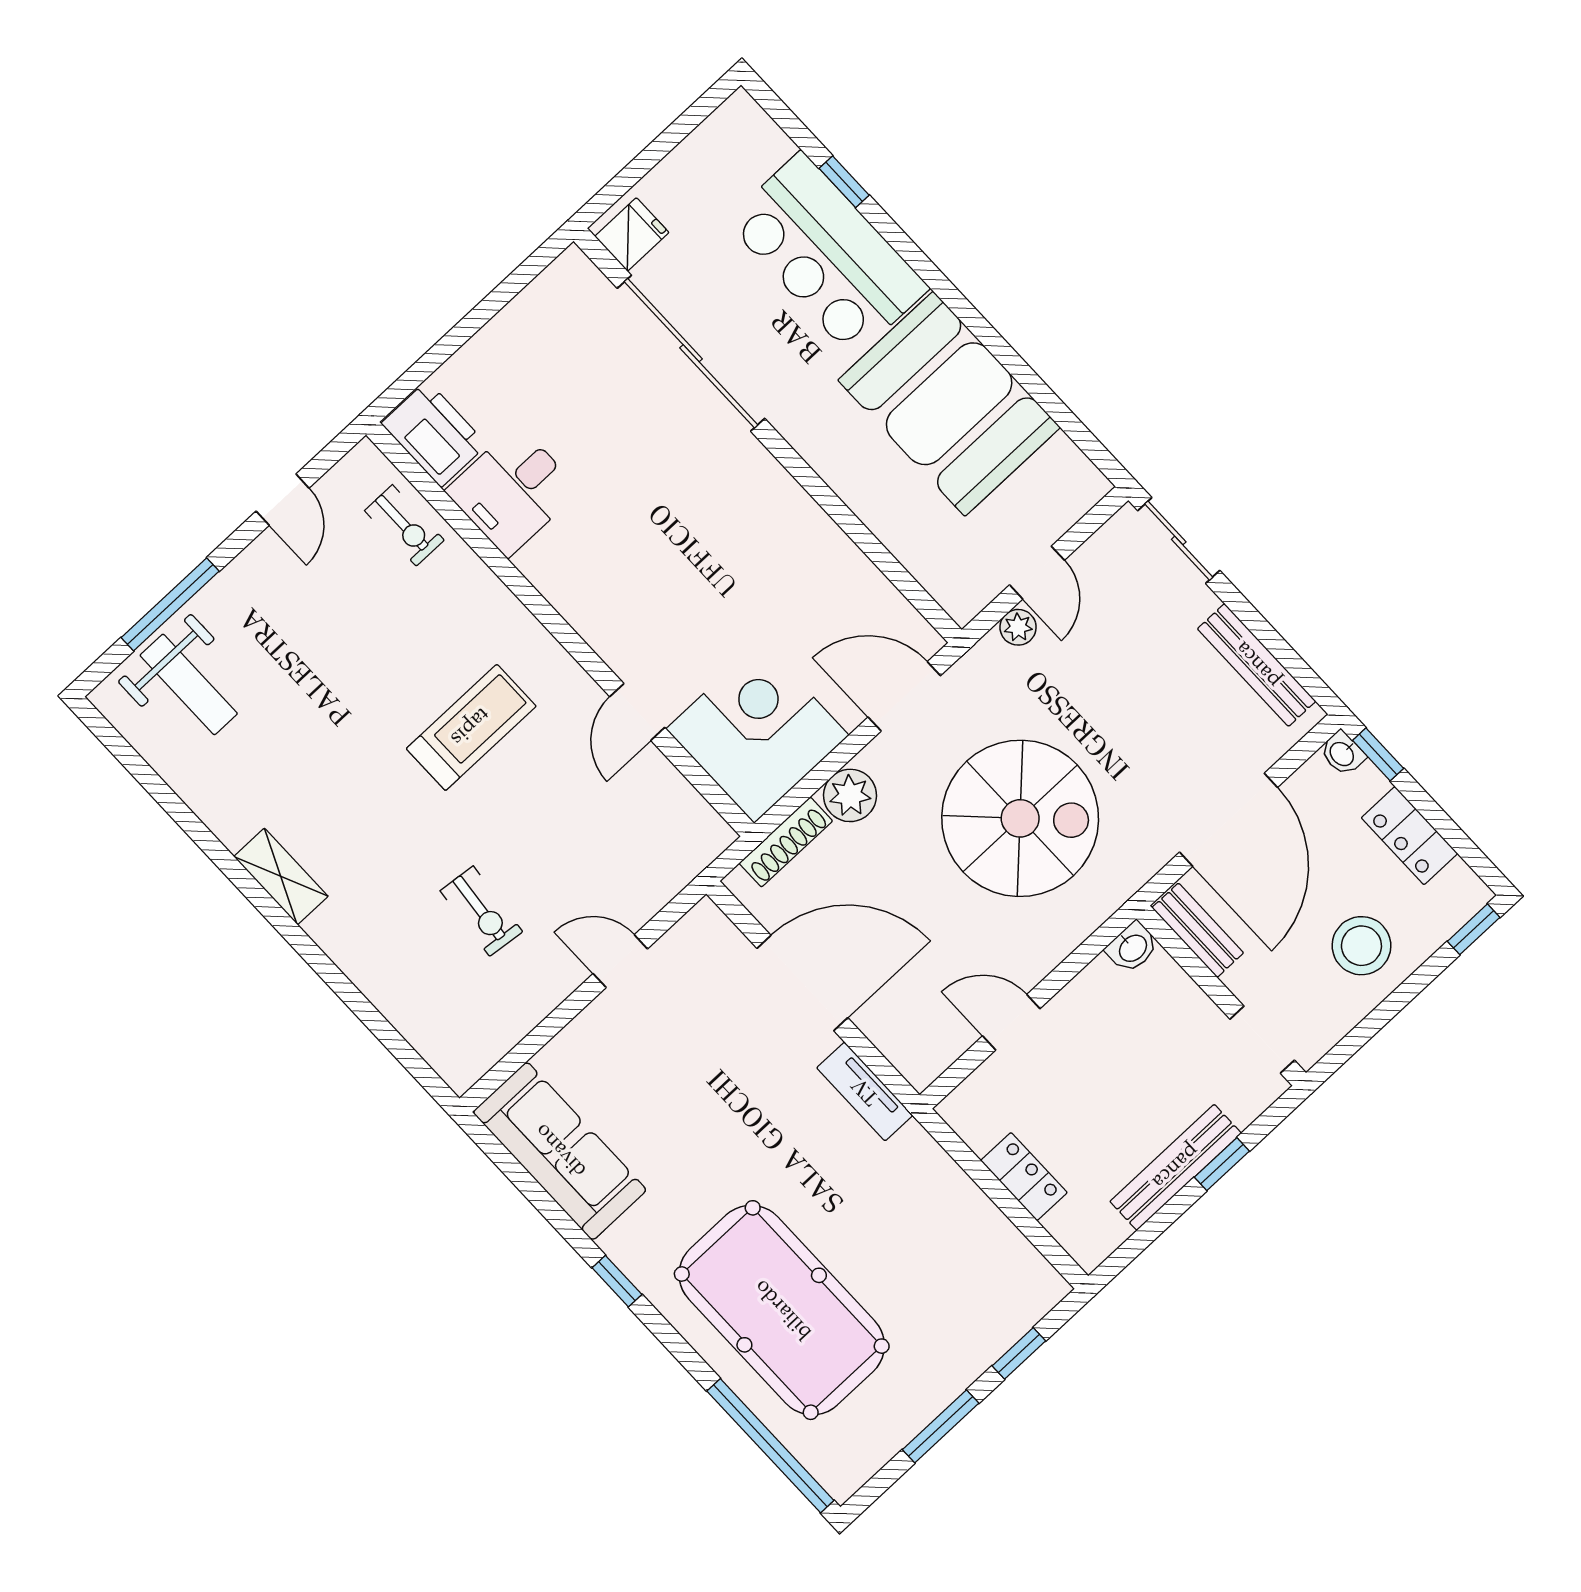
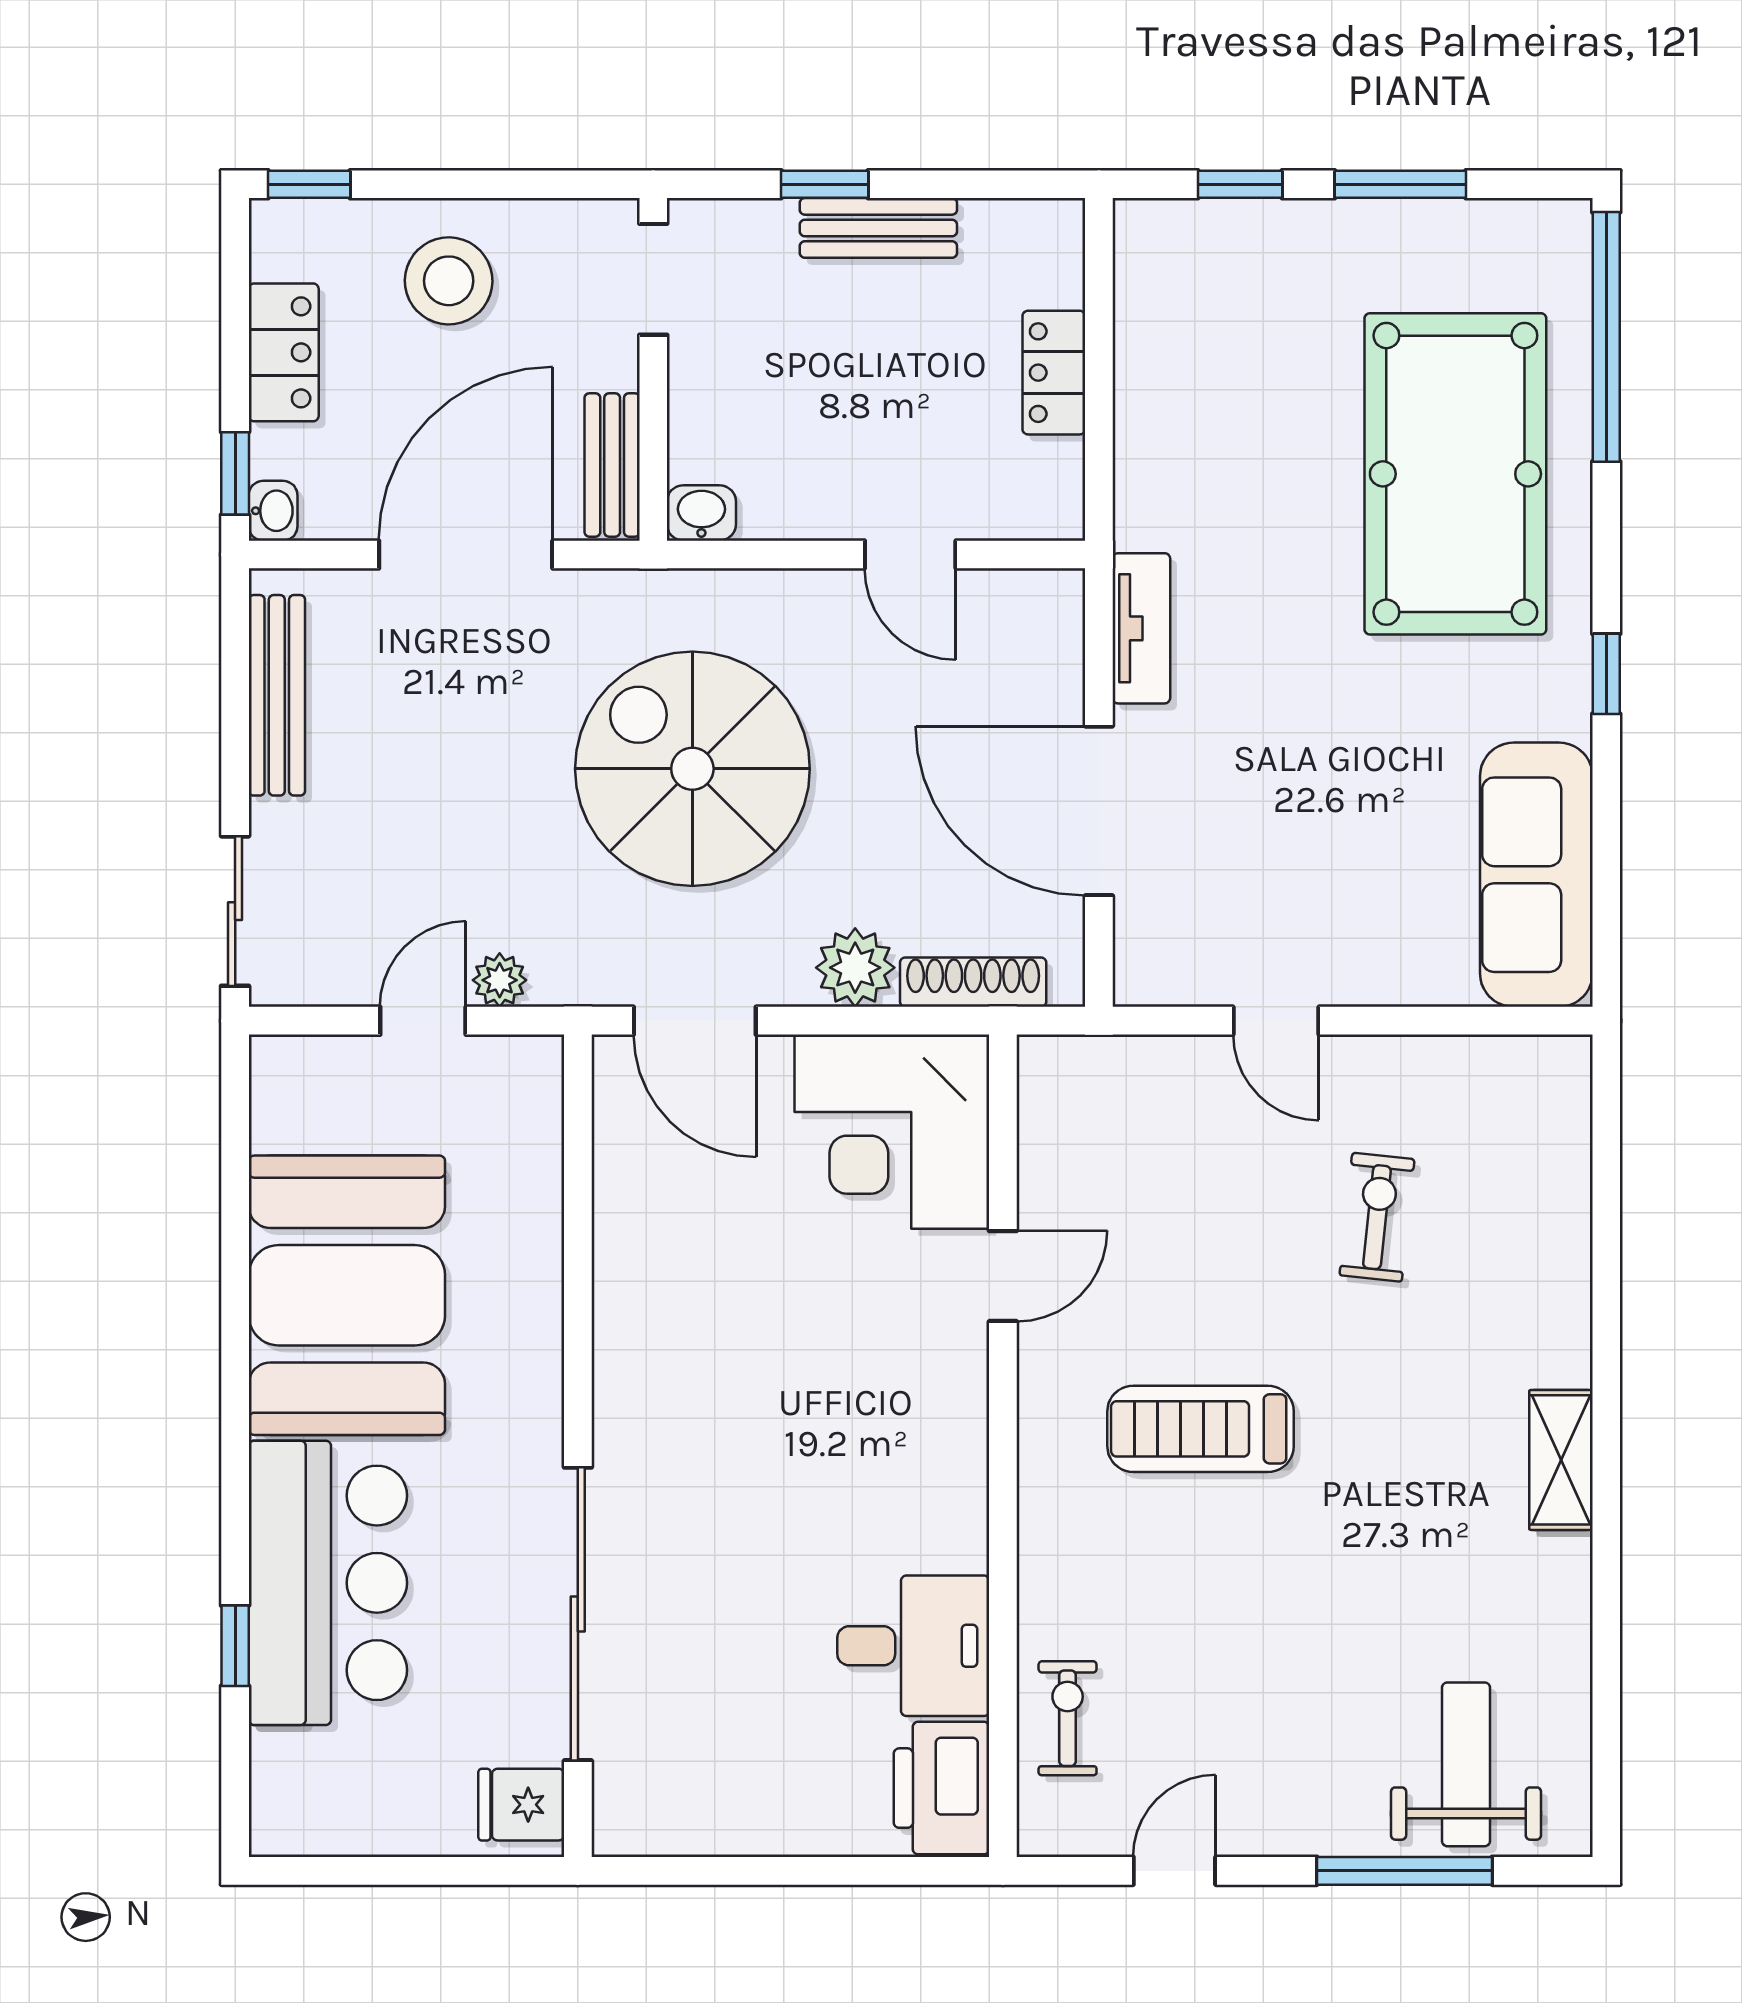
bench: (1176, 1167) -> (878, 228), width x0.73

